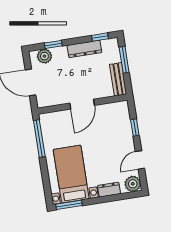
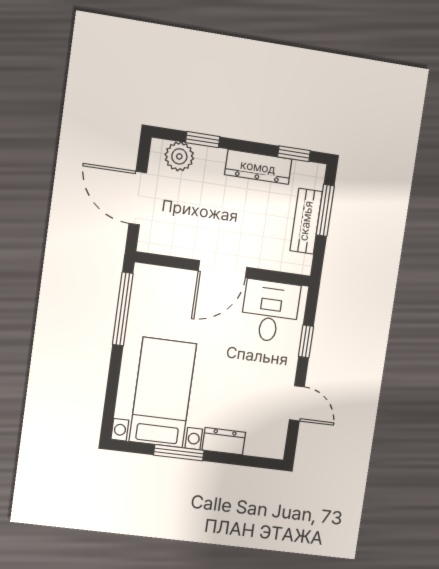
bench: (118, 79) -> (306, 221), moved
desk: (112, 118) -> (270, 311), added
door: (140, 160) -> (297, 403), swing flipped
plant: (133, 184) -> (270, 443), removed
window: (69, 205) -> (179, 453), moved

